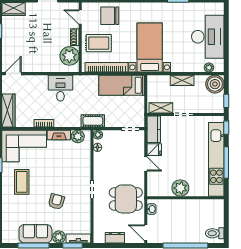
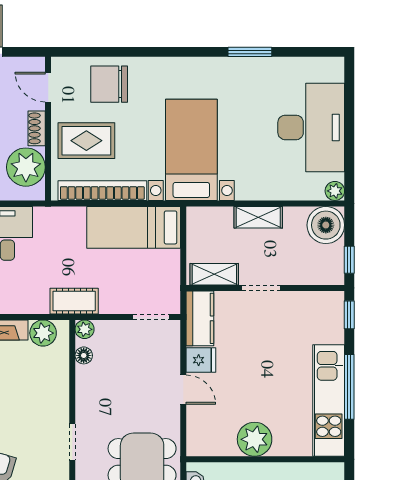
plant: (209, 68) -> (335, 191), moved
kitchen unit: (216, 159) -> (329, 401), width x0.73

